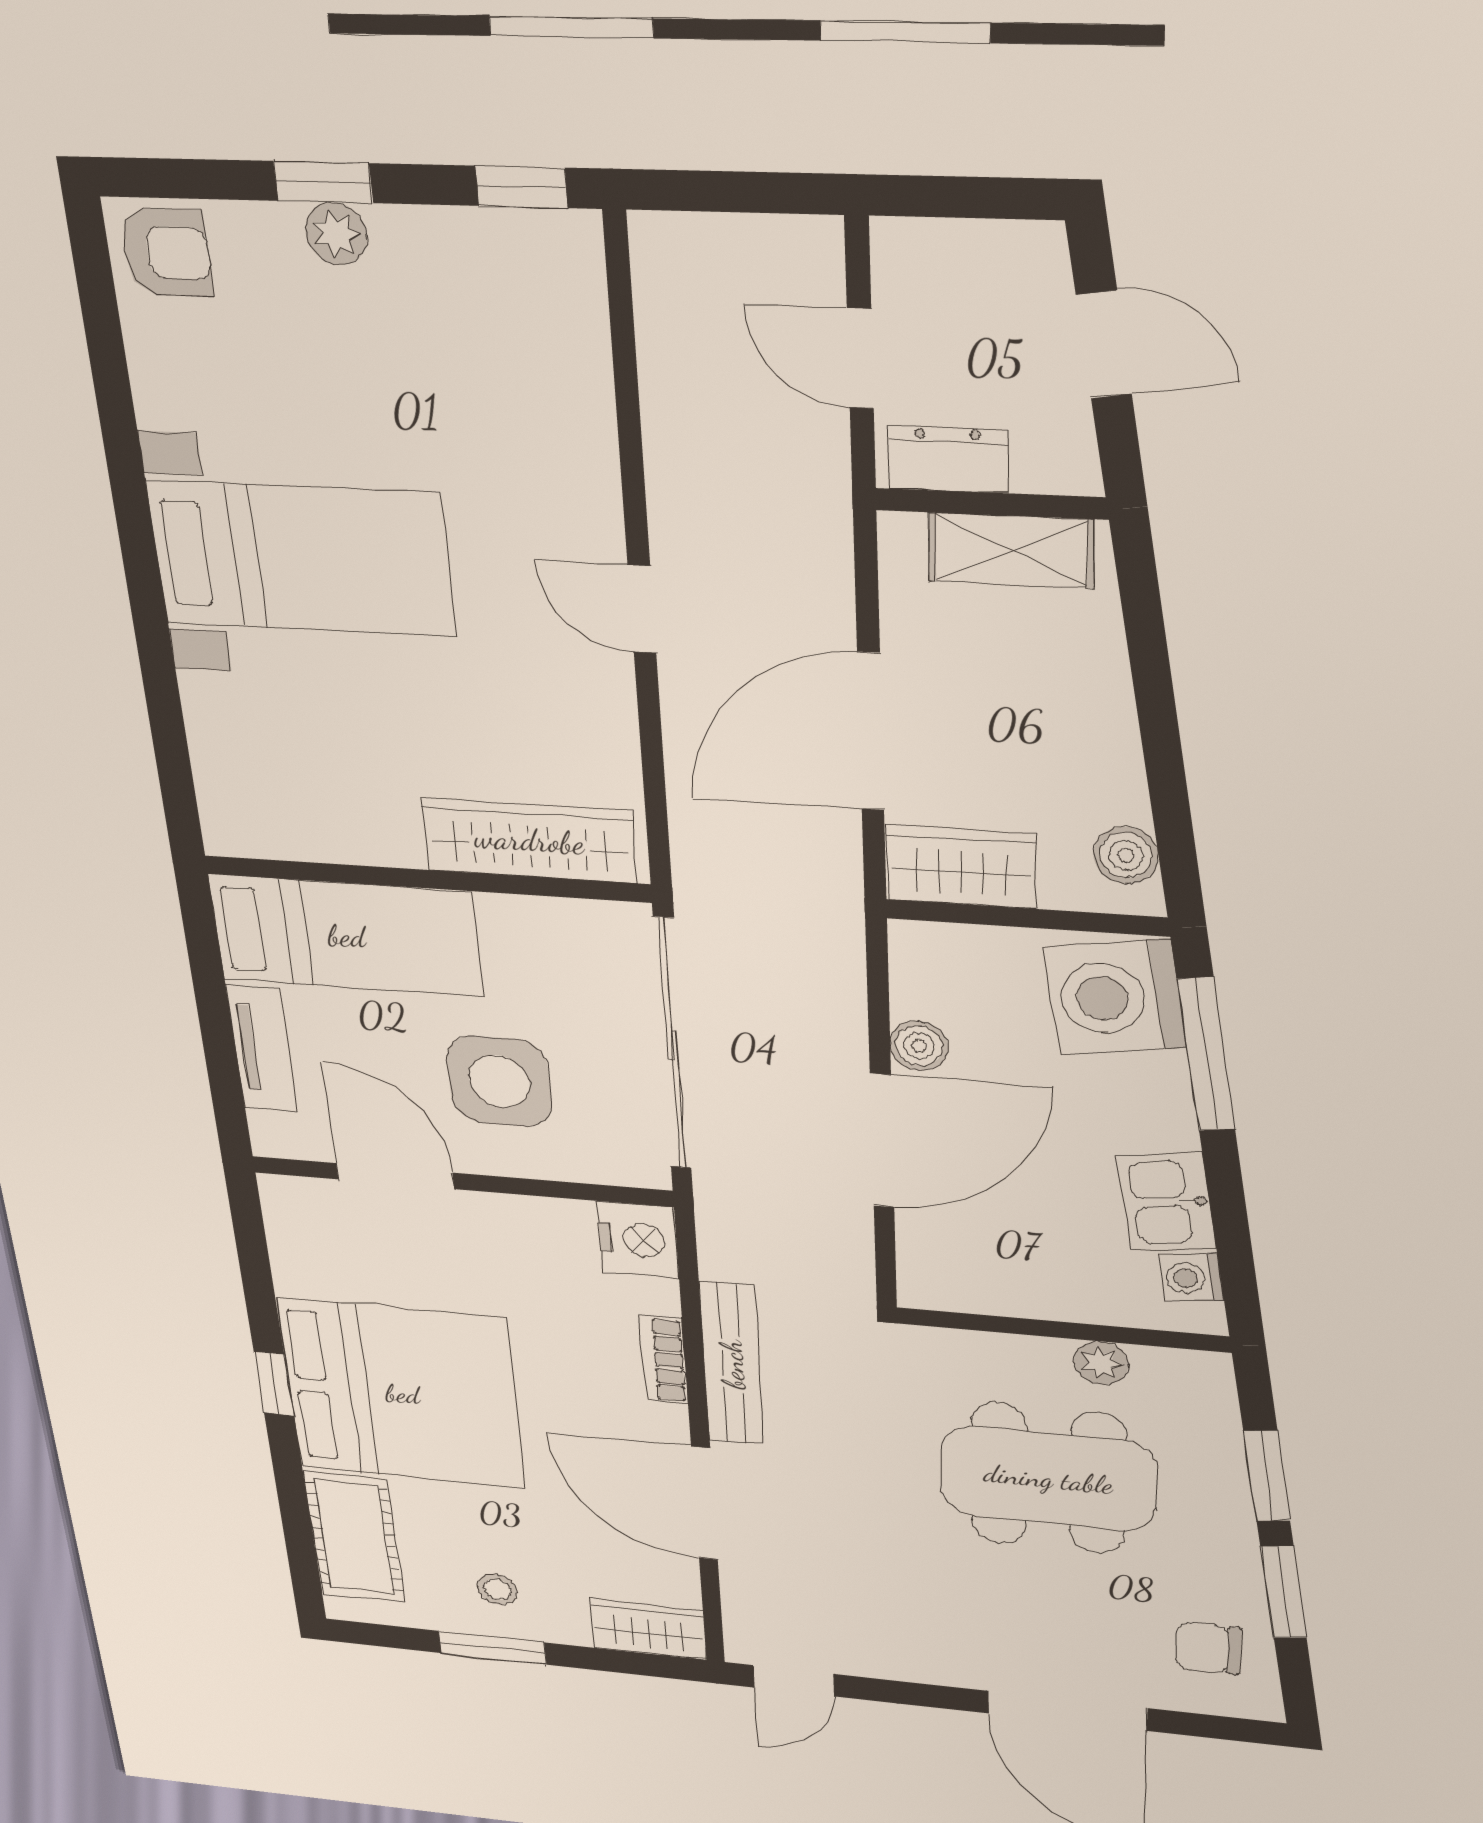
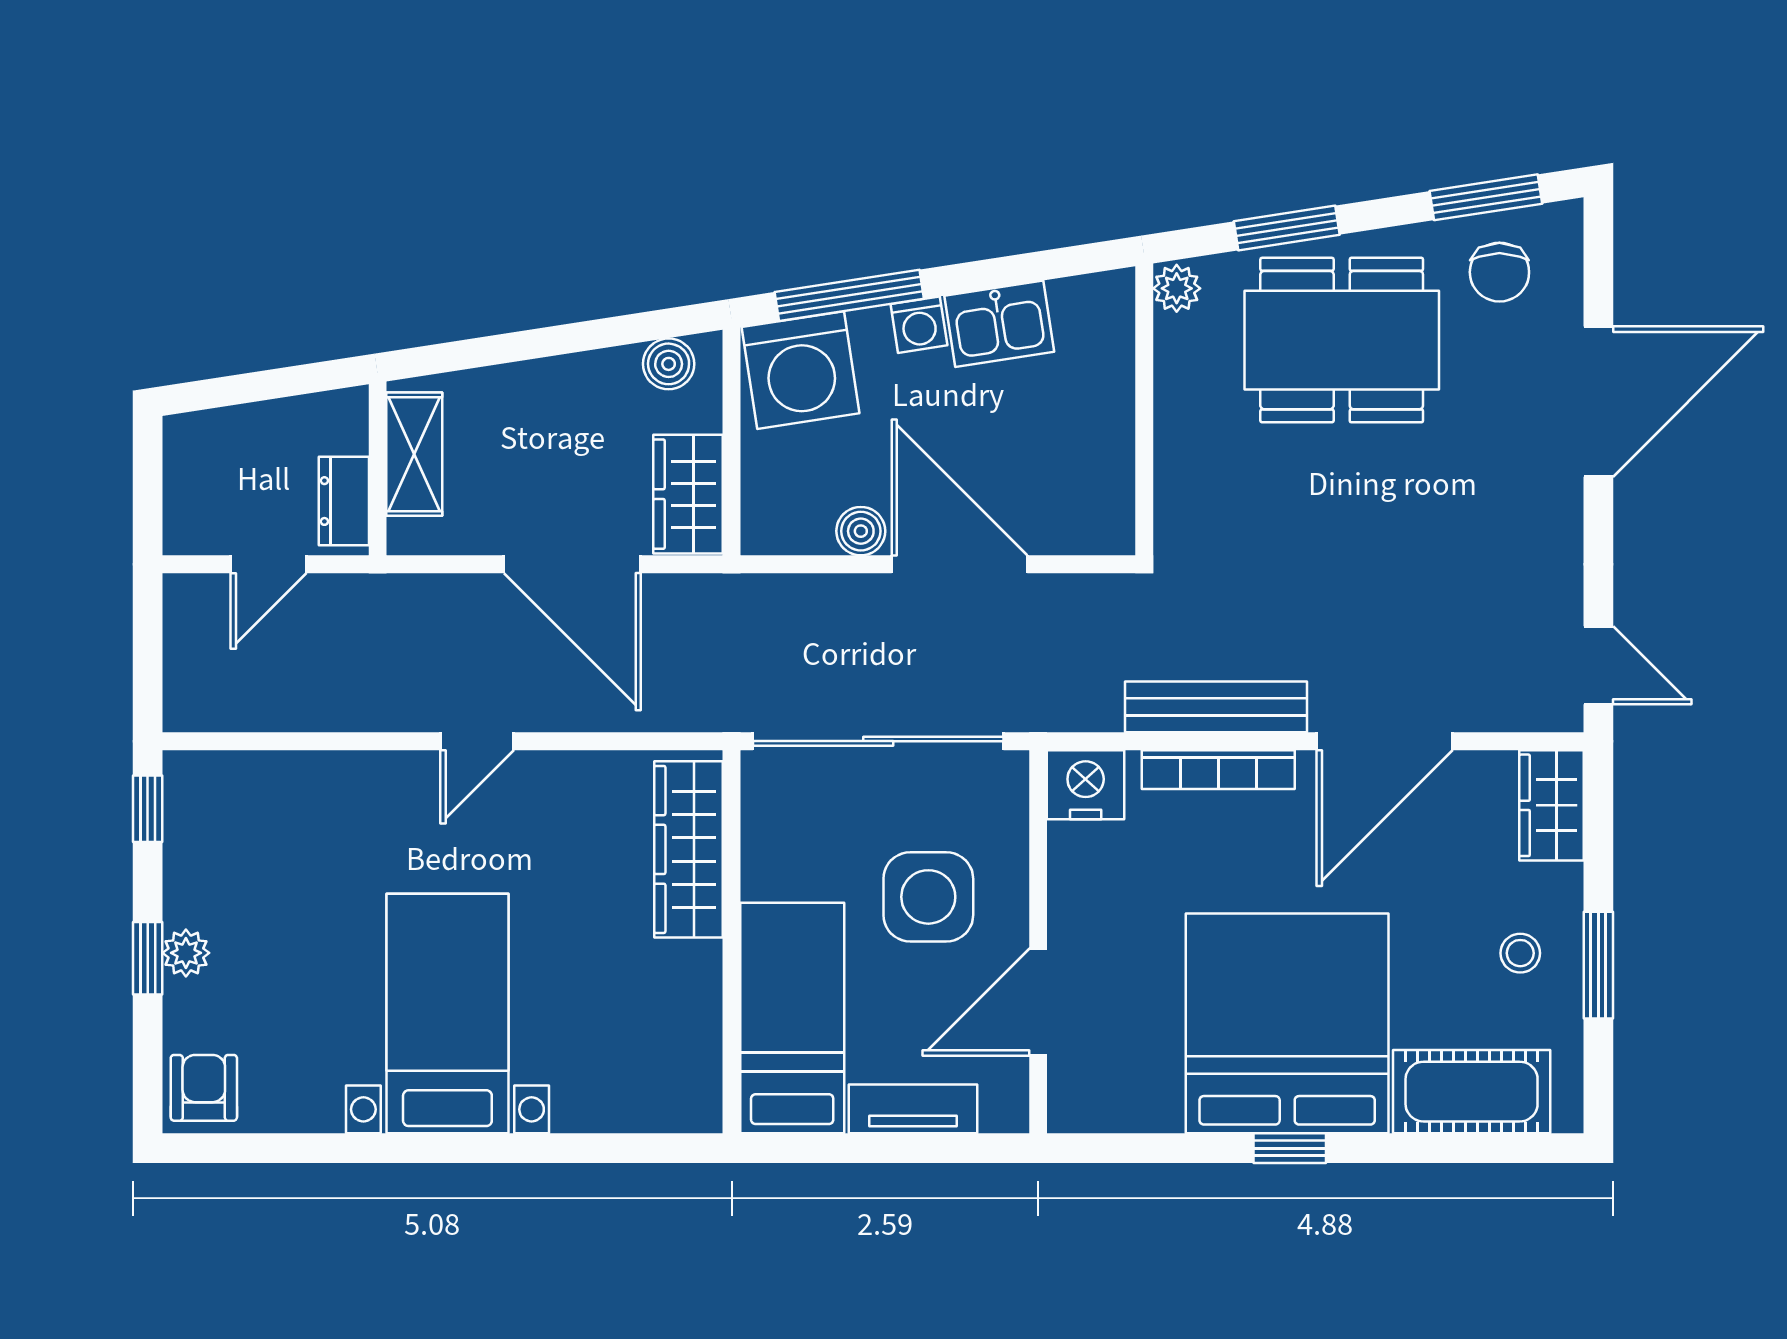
door: (1104, 345) -> (252, 387), removed
washing machine: (1191, 1278) -> (919, 325), moved
bookcase: (664, 1360) -> (1218, 770), width x1.56
plant: (1101, 1363) -> (1177, 288), moved
dining table: (1048, 1479) -> (1342, 340), moved, turned 90
window: (1284, 1592) -> (1486, 197), moved

